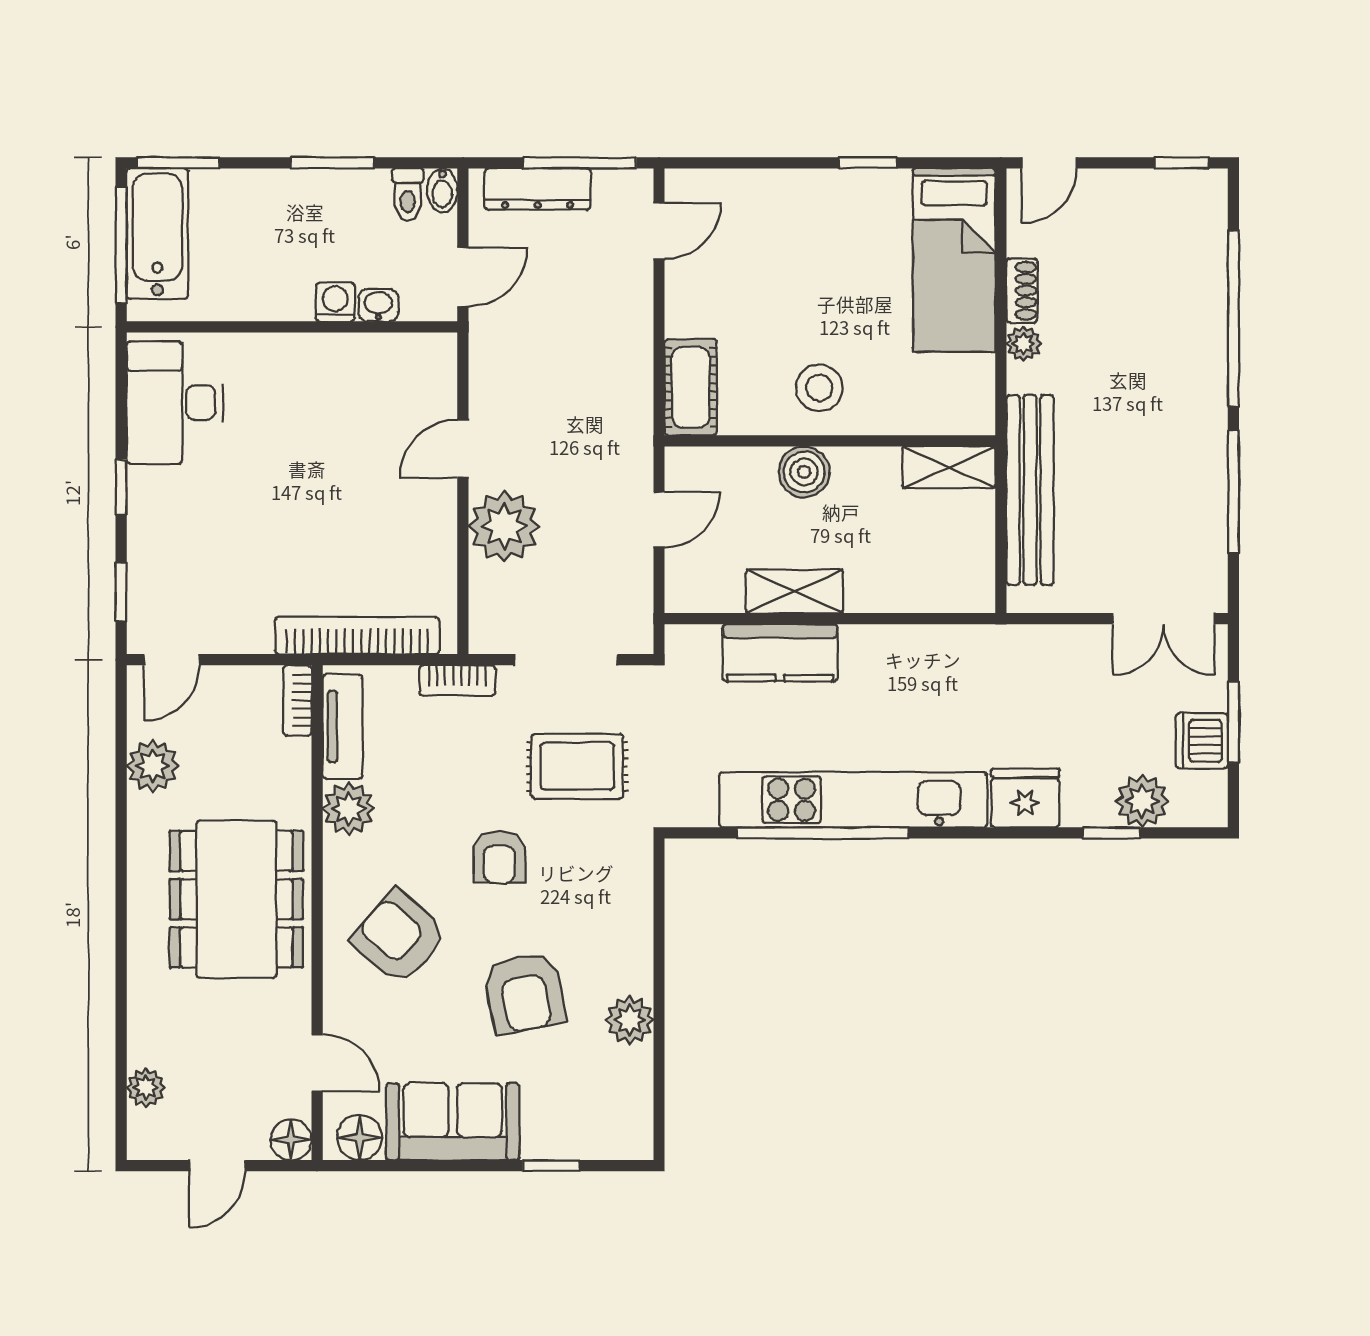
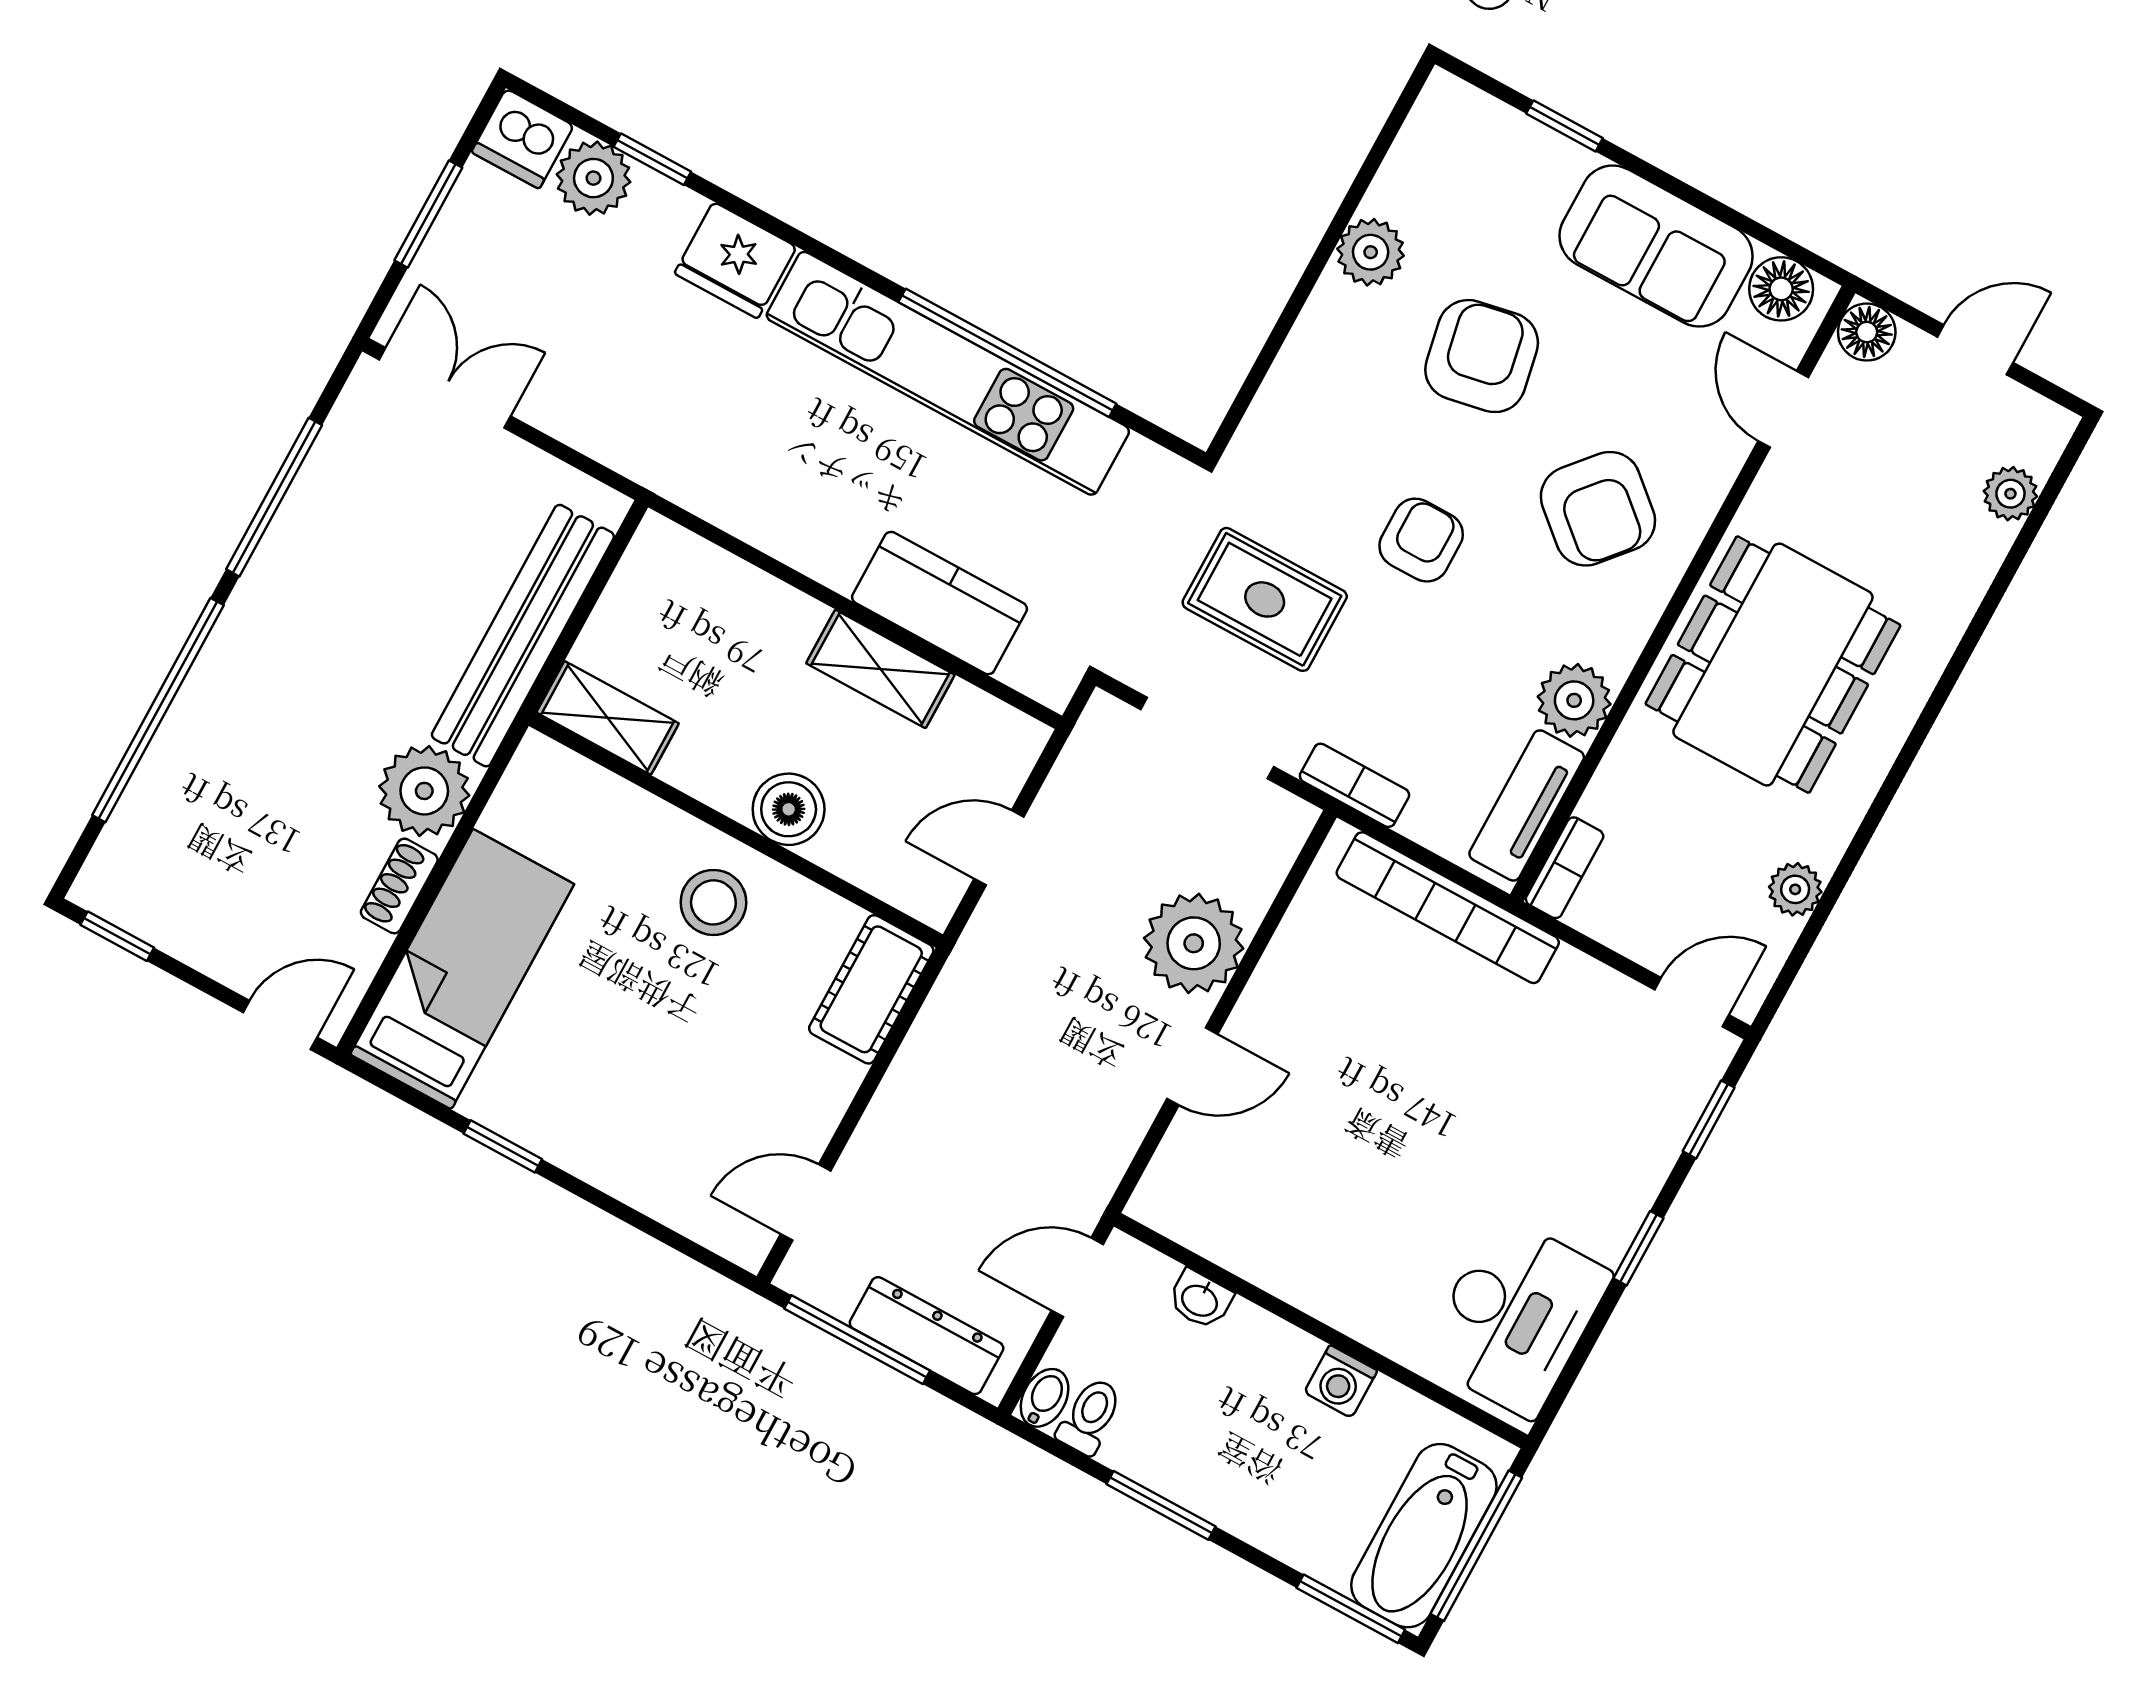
washing machine: (335, 302) -> (1341, 1381), moved
plant: (1024, 344) -> (424, 791), width x1.87, depth x1.87
dishwasher: (1202, 741) -> (523, 139), moved, turned 90
plant: (153, 766) -> (1795, 889), width x0.73, depth x0.73

